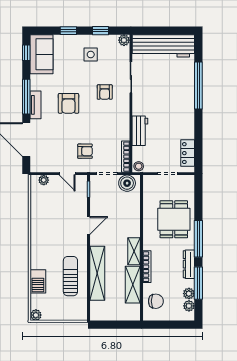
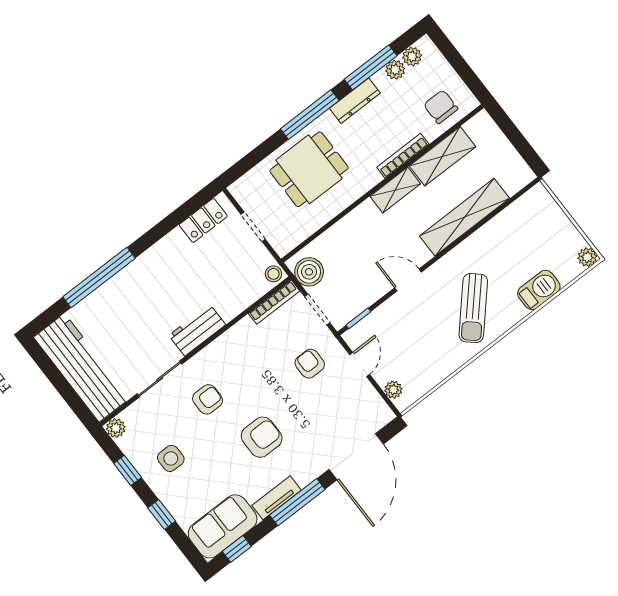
tv unit: (36, 105) -> (277, 498), moved
workbench: (140, 131) -> (197, 330), moved
sun lounger: (70, 276) -> (473, 308), moved, turned -48

